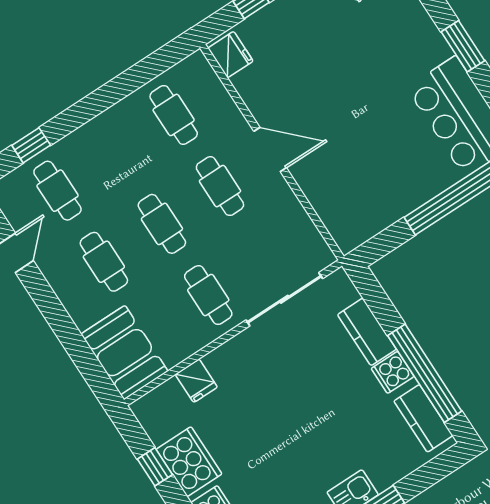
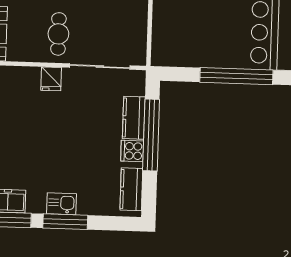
window: (425, 373) -> (151, 135), moved
fridge: (196, 381) -> (51, 79), moved

